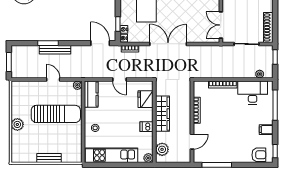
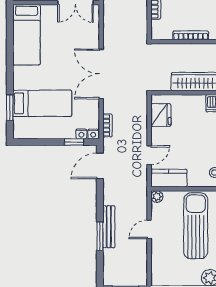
door: (120, 80) -> (149, 155), moved
fridge: (146, 99) -> (161, 115), moved, turned -90

